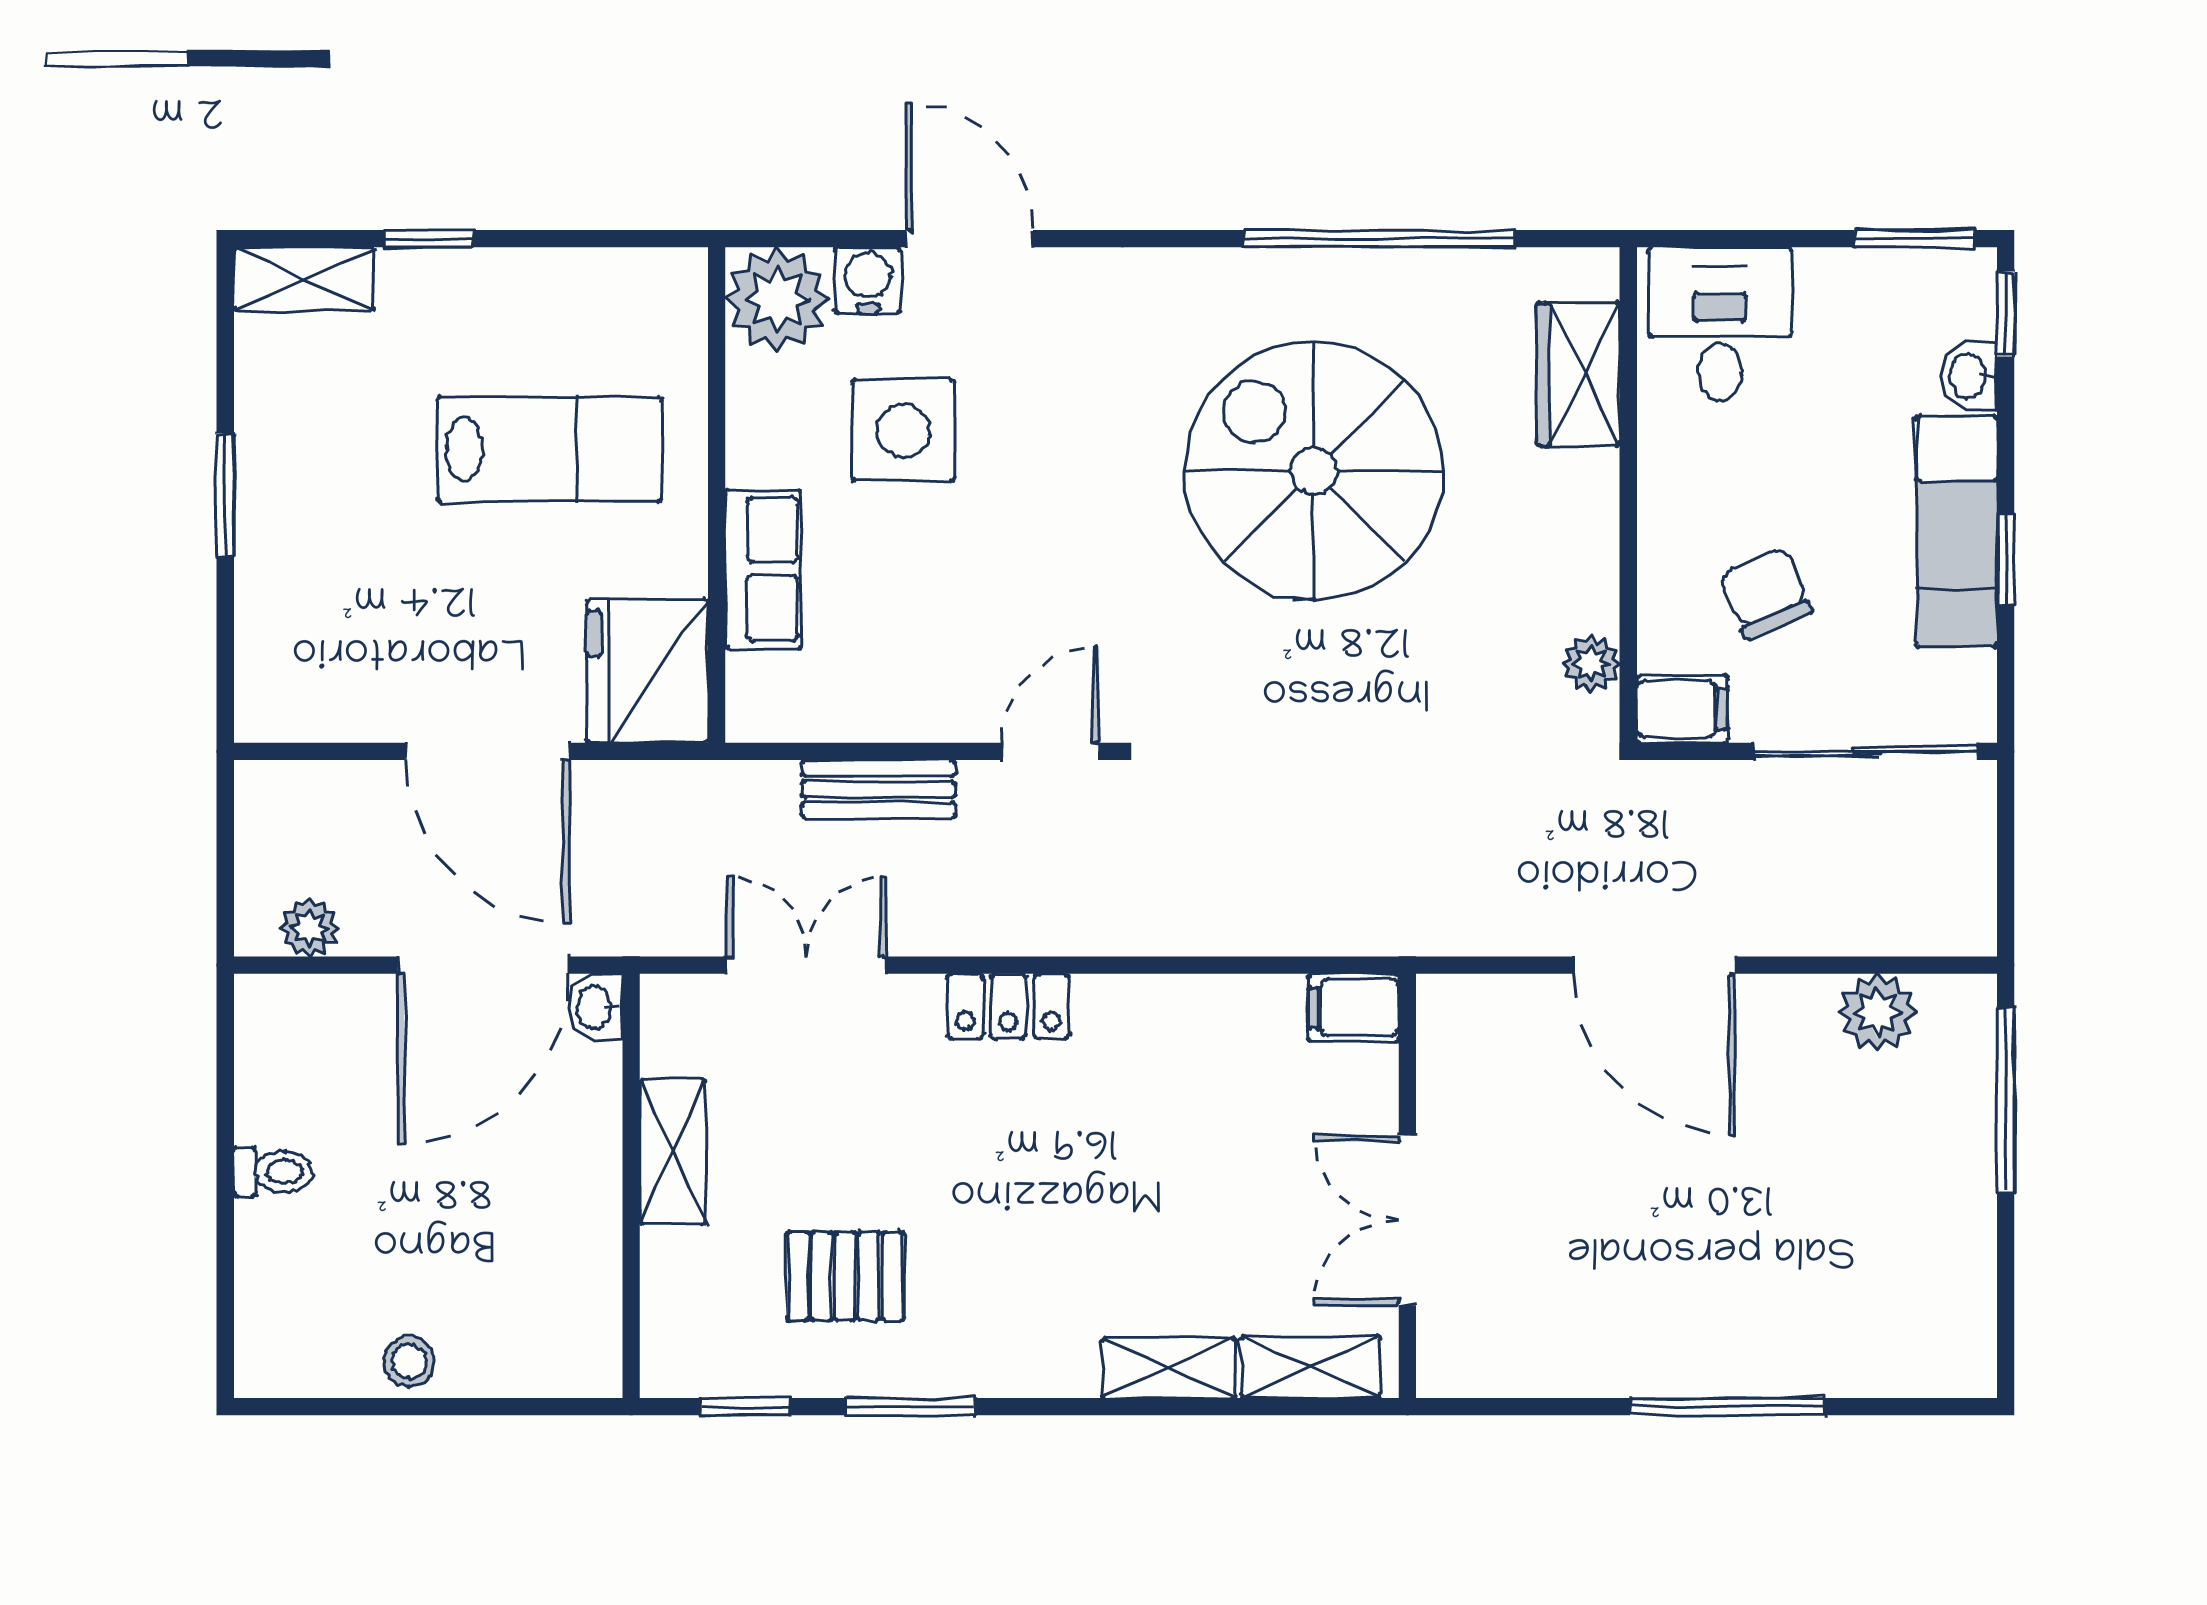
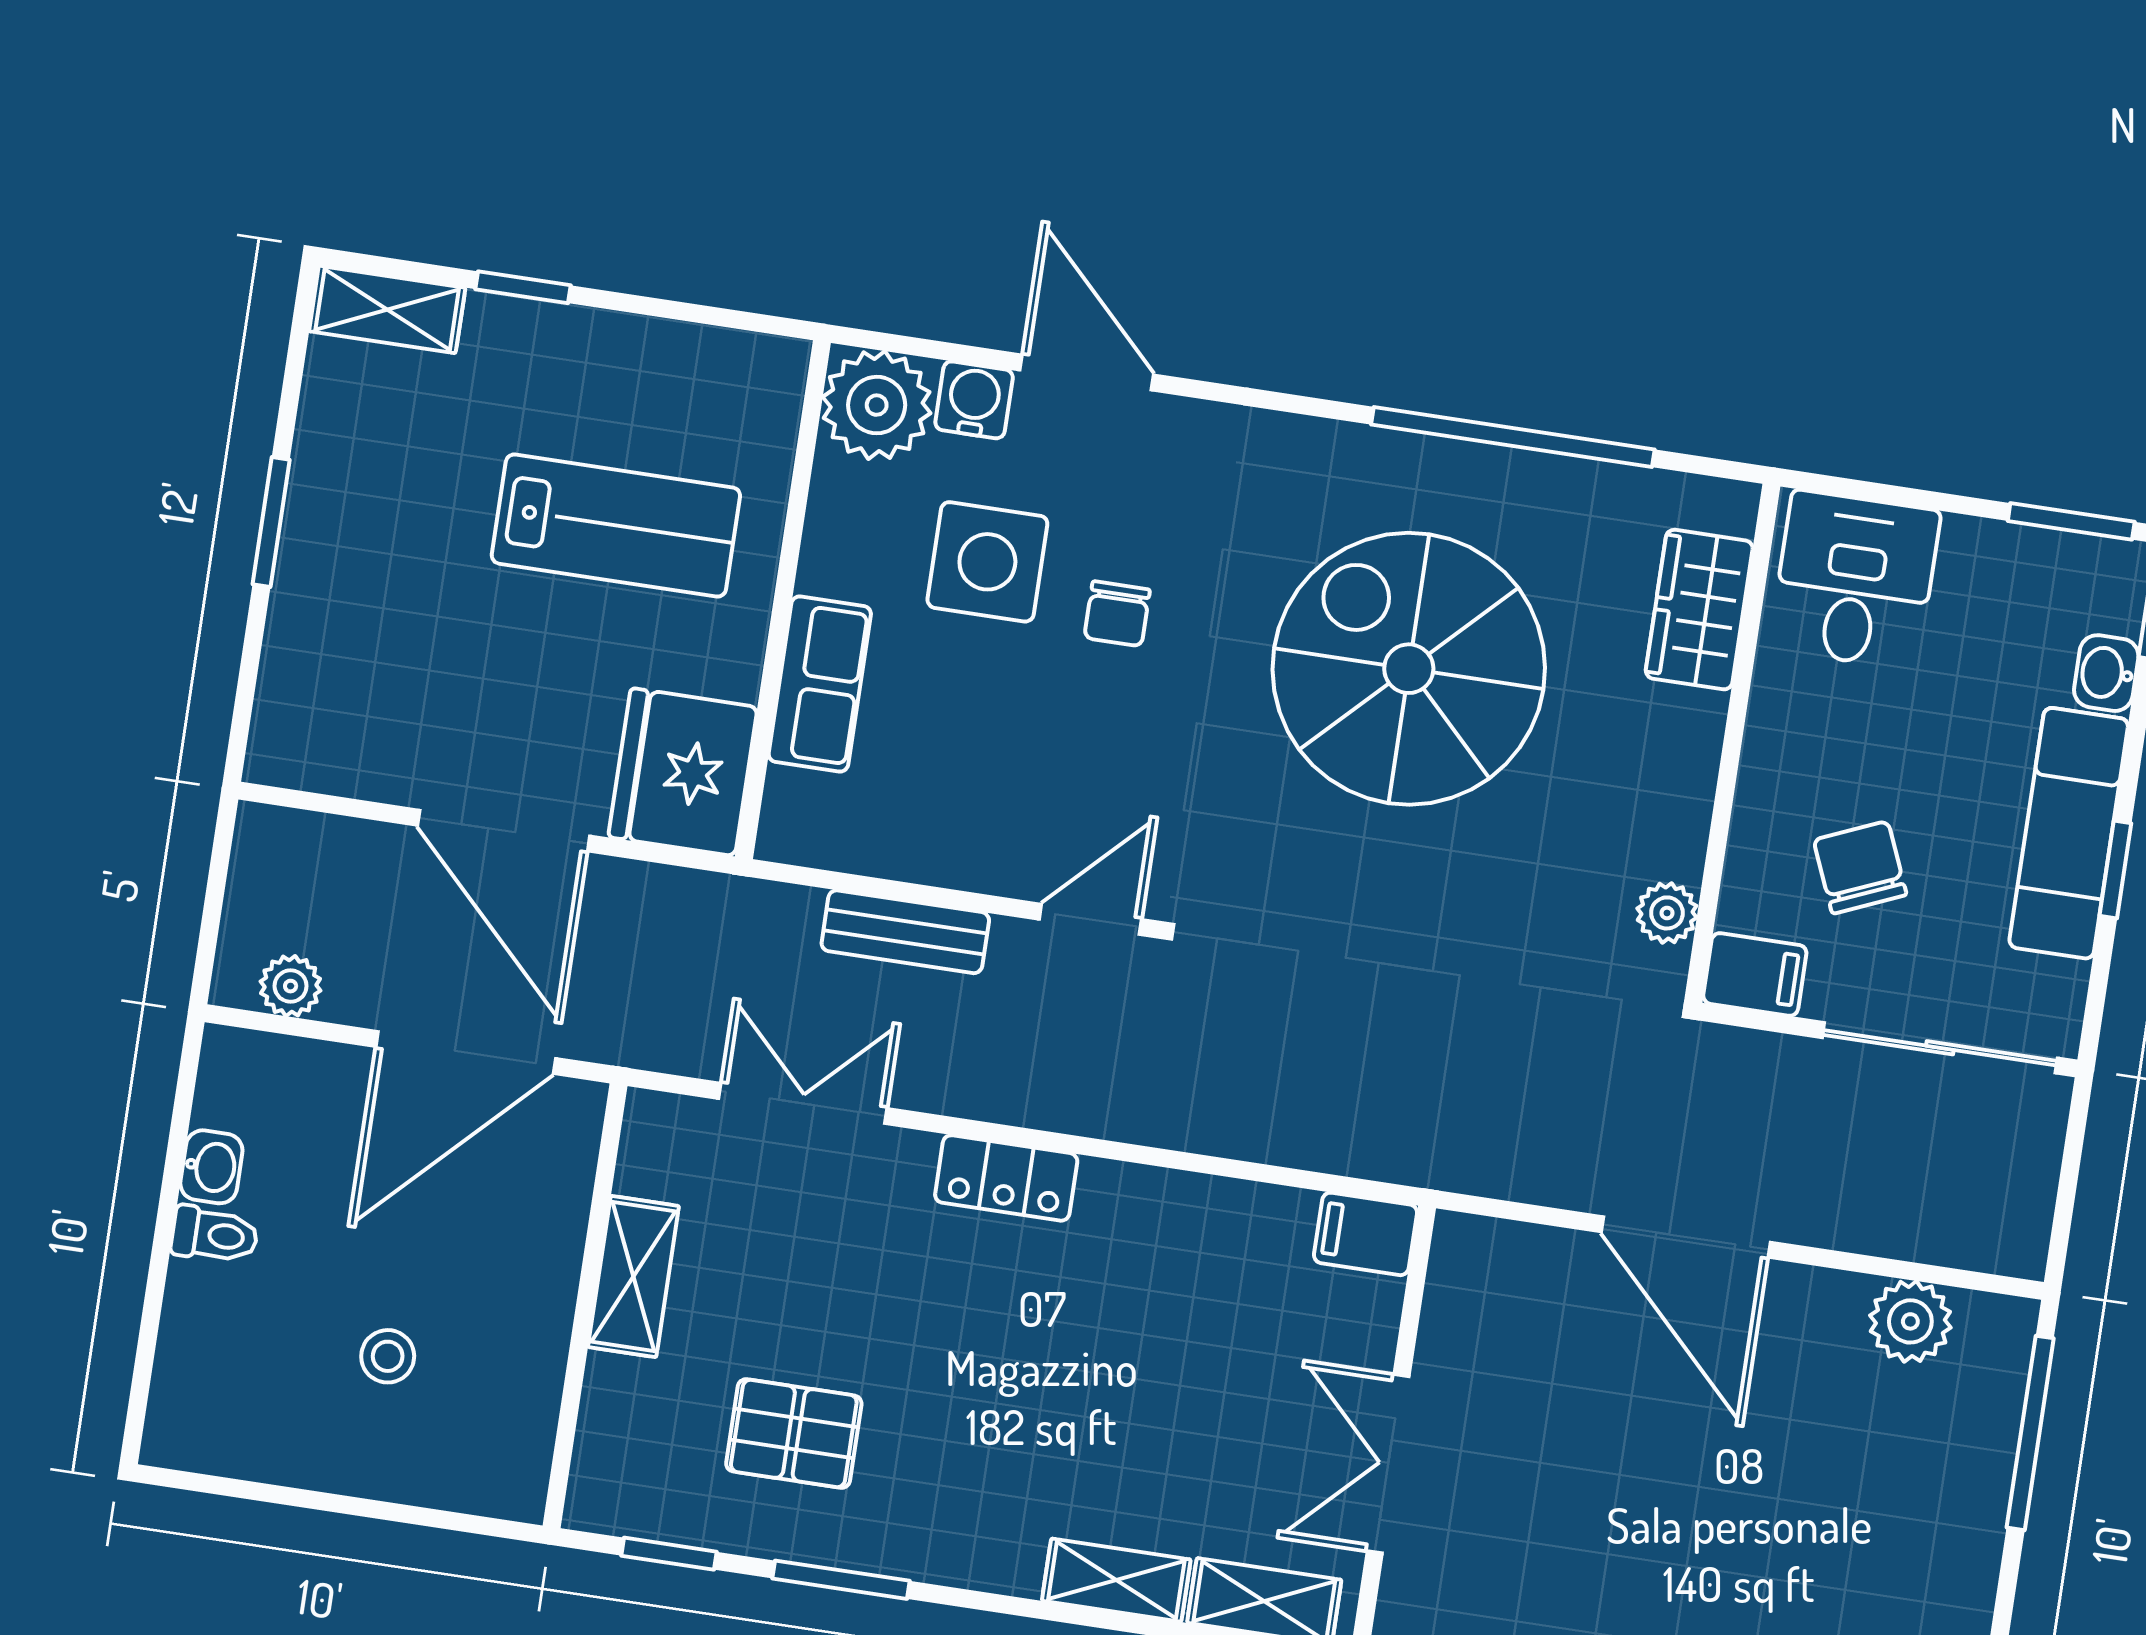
chair: (1032, 461) -> (1117, 614), added
washbasin: (596, 1007) -> (211, 1167), moved, turned 180
stool: (409, 1361) -> (388, 1356), moved

